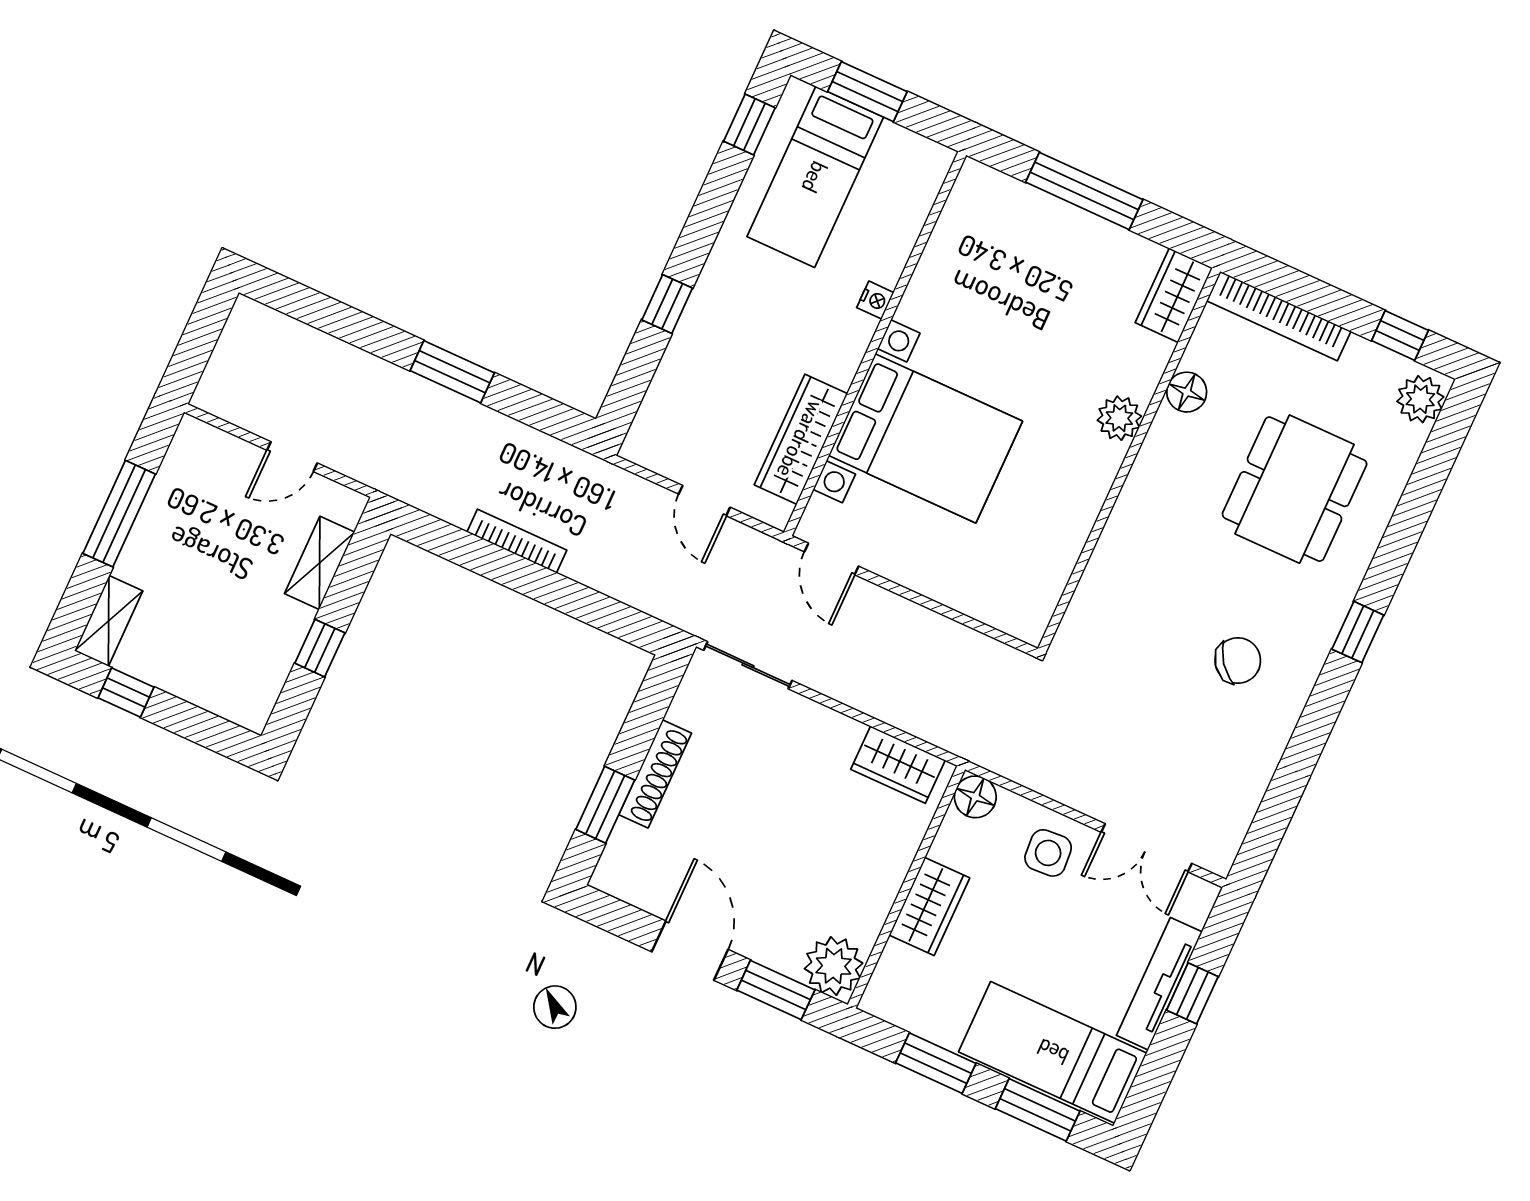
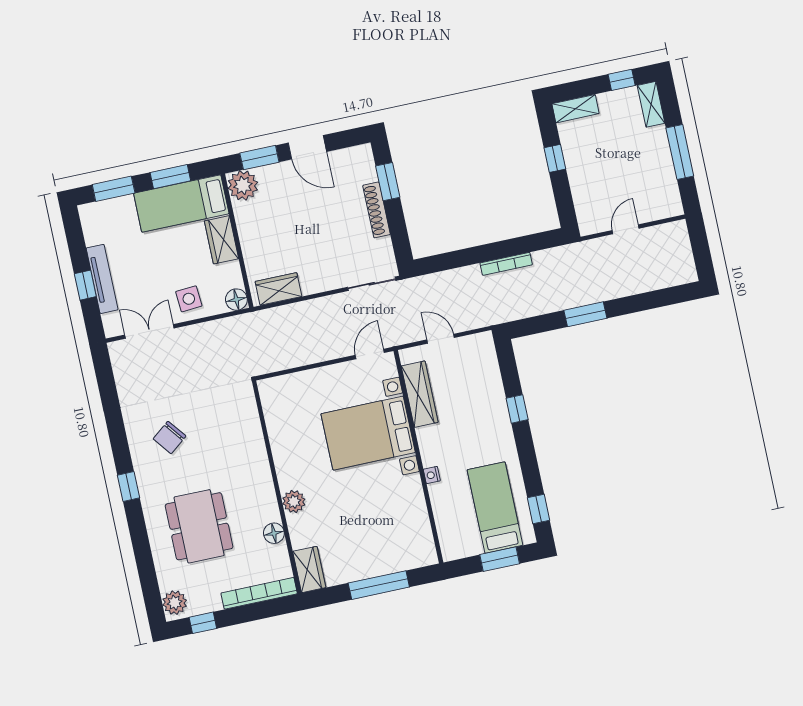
door: (832, 559) -> (370, 354), hinge flipped
shelving: (320, 563) -> (576, 109), moved, turned 90
bed: (1053, 1052) -> (181, 203), moved, turned 180

